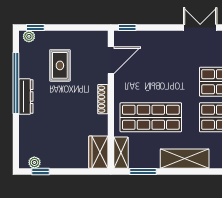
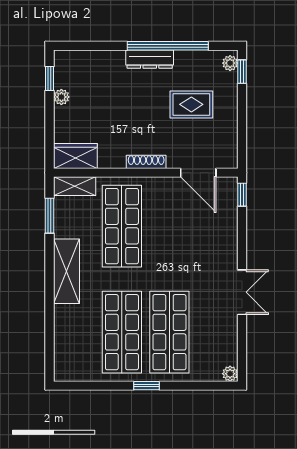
plant: (34, 162) -> (61, 97), moved

